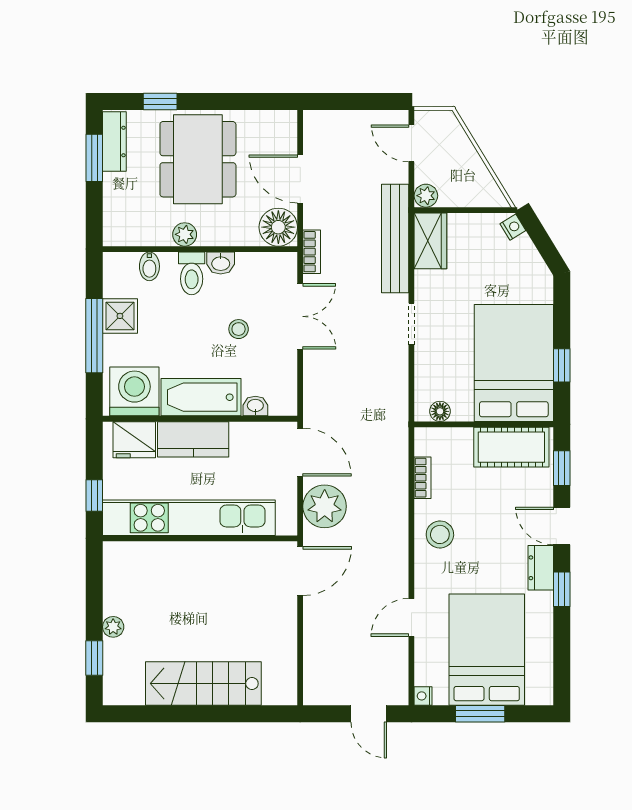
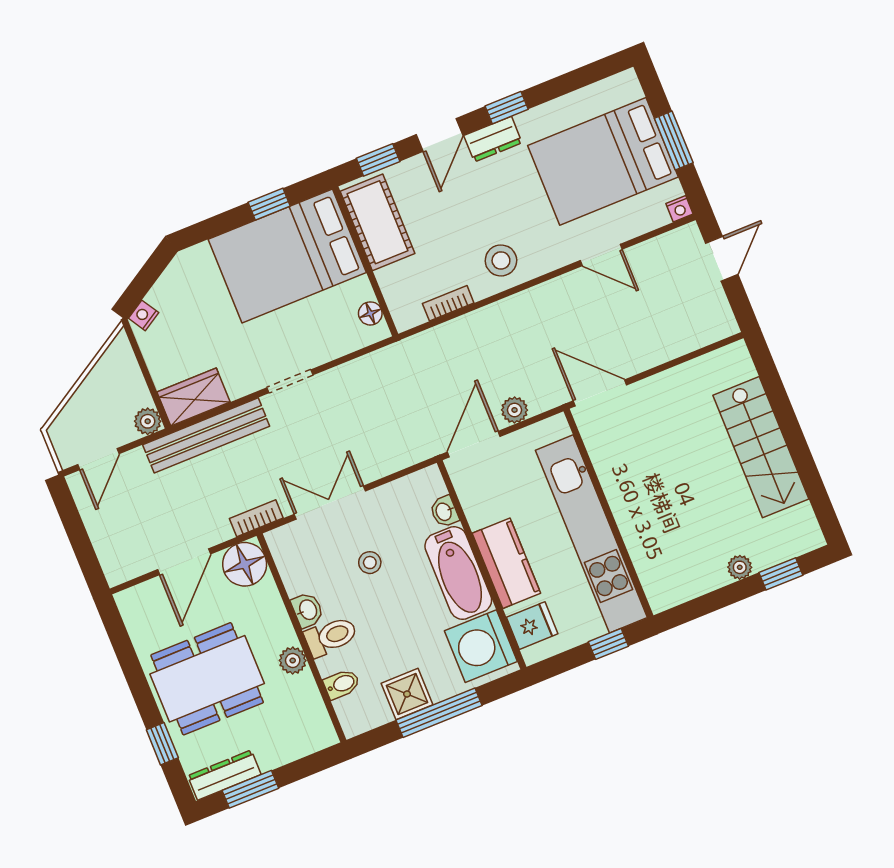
fridge: (134, 440) -> (532, 626), width x0.72
plant: (325, 506) -> (515, 410), width x0.53, depth x0.53

